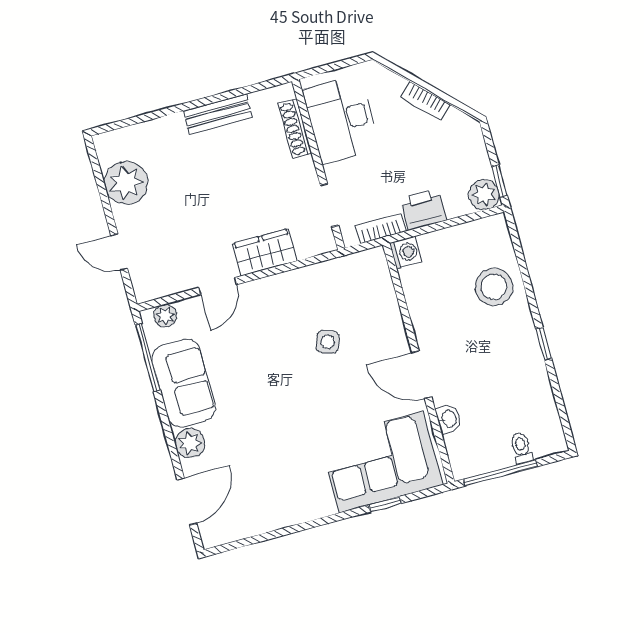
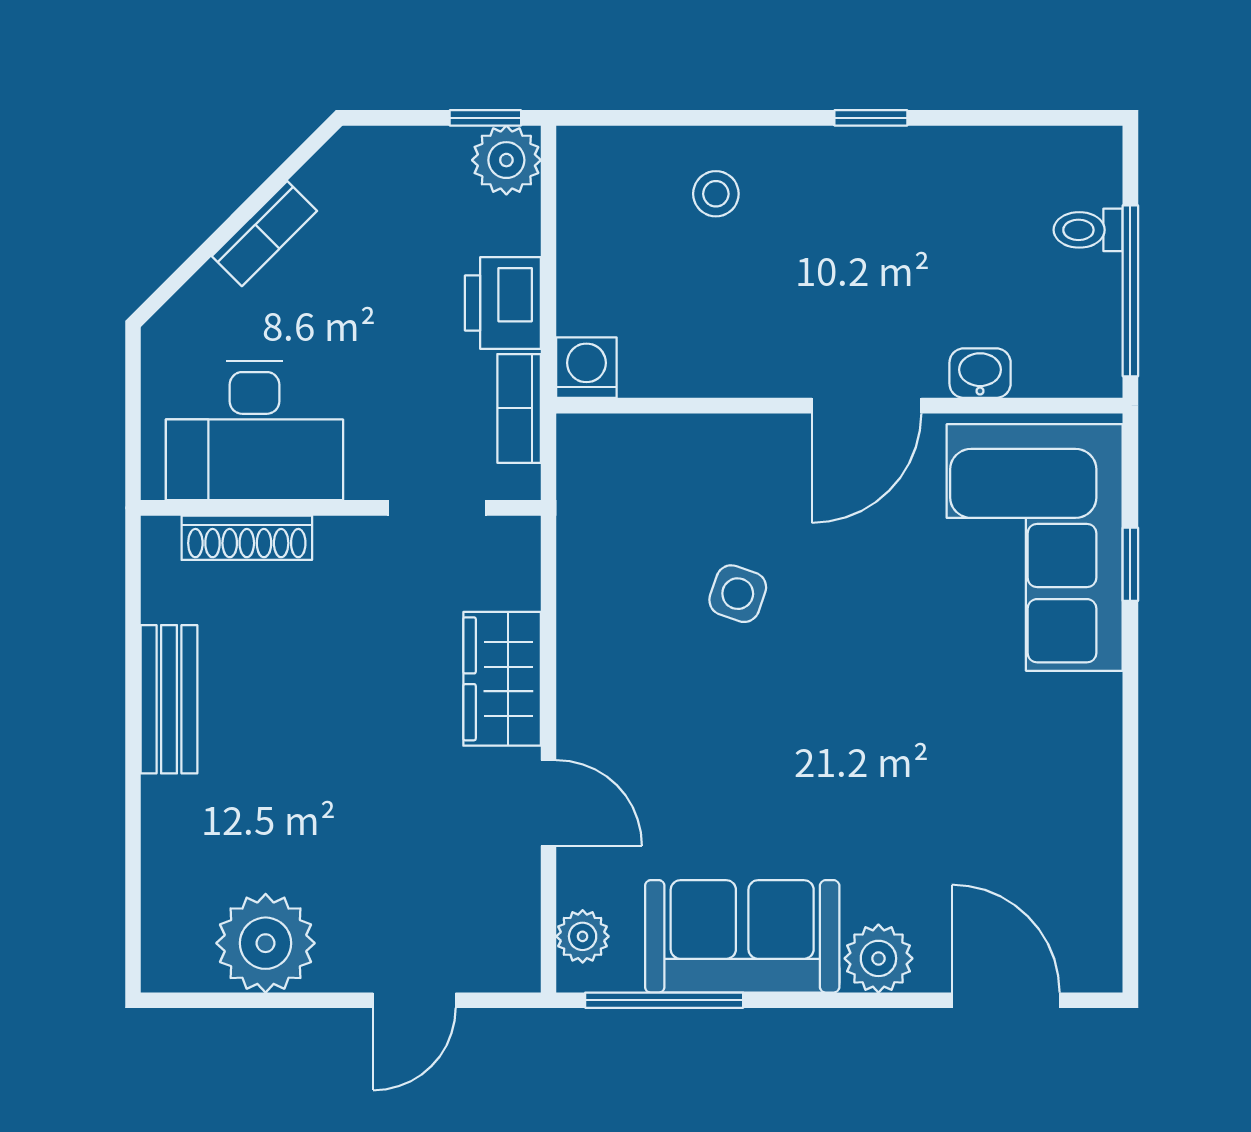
stool: (494, 287) -> (716, 194), width x0.53, depth x0.53

